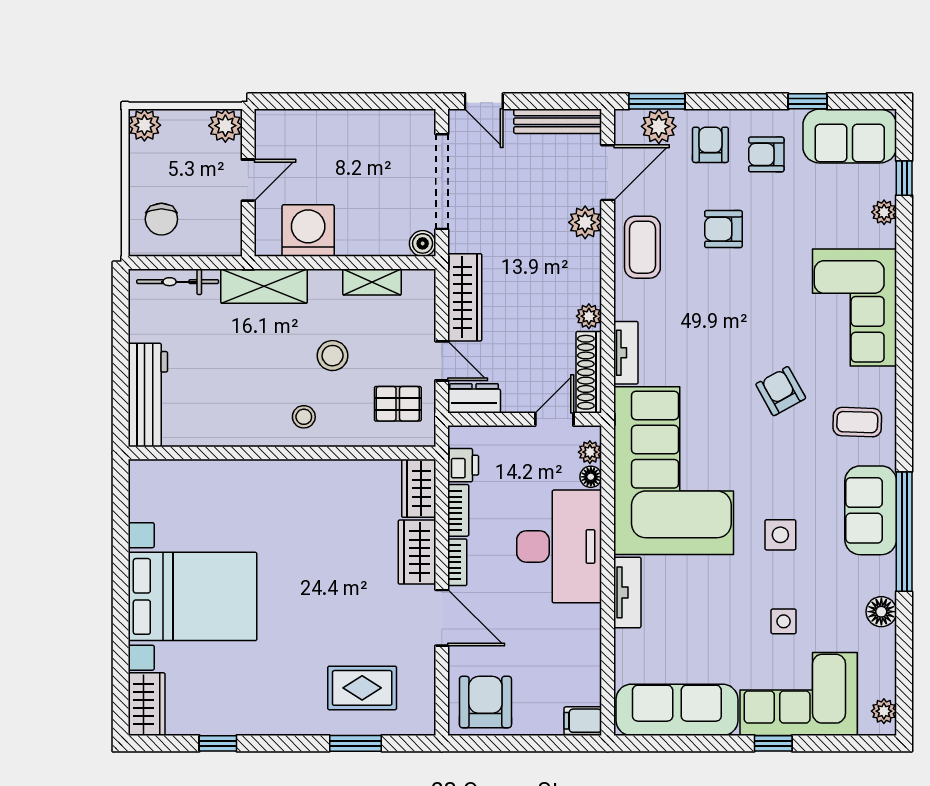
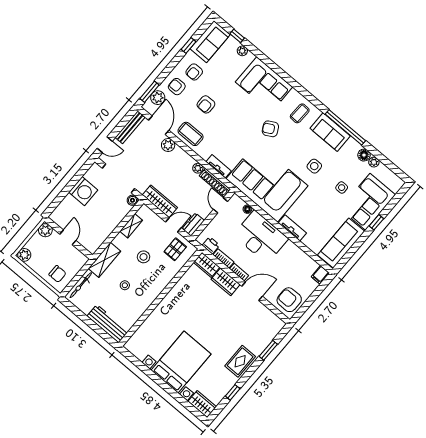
washing machine: (308, 231) -> (83, 191), moved, turned 180
stool: (304, 417) -> (125, 285), moved
plant: (590, 452) -> (240, 203), removed
rug: (362, 688) -> (240, 361), moved
plant: (884, 711) -> (374, 162), moved

